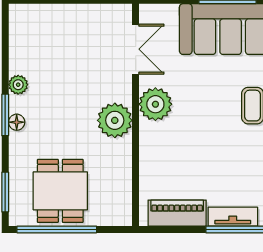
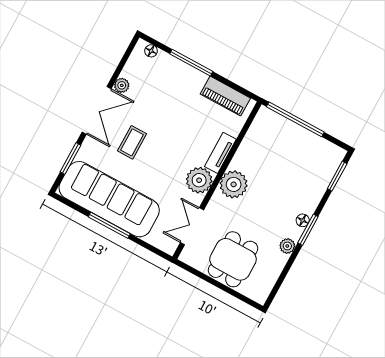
dining table: (60, 191) -> (233, 259), moved
tv unit: (233, 217) -> (220, 153), moved, turned 90
window: (57, 229) -> (295, 119), moved

